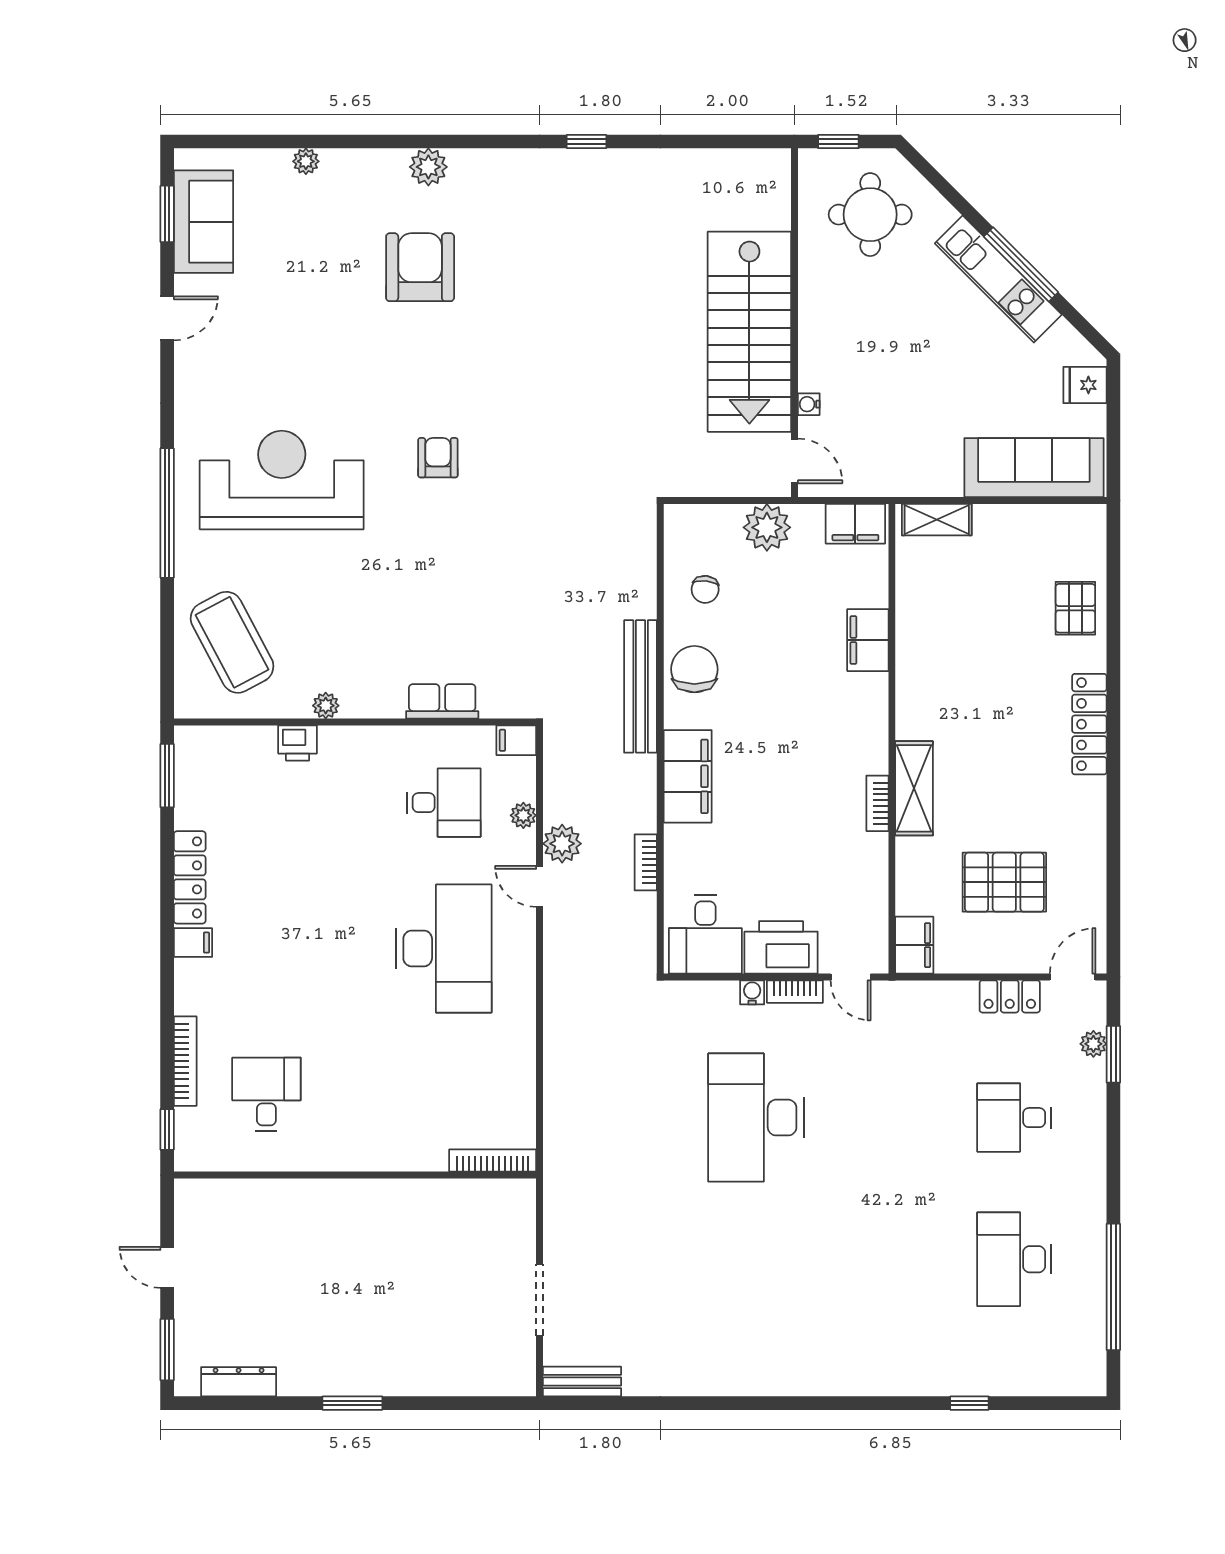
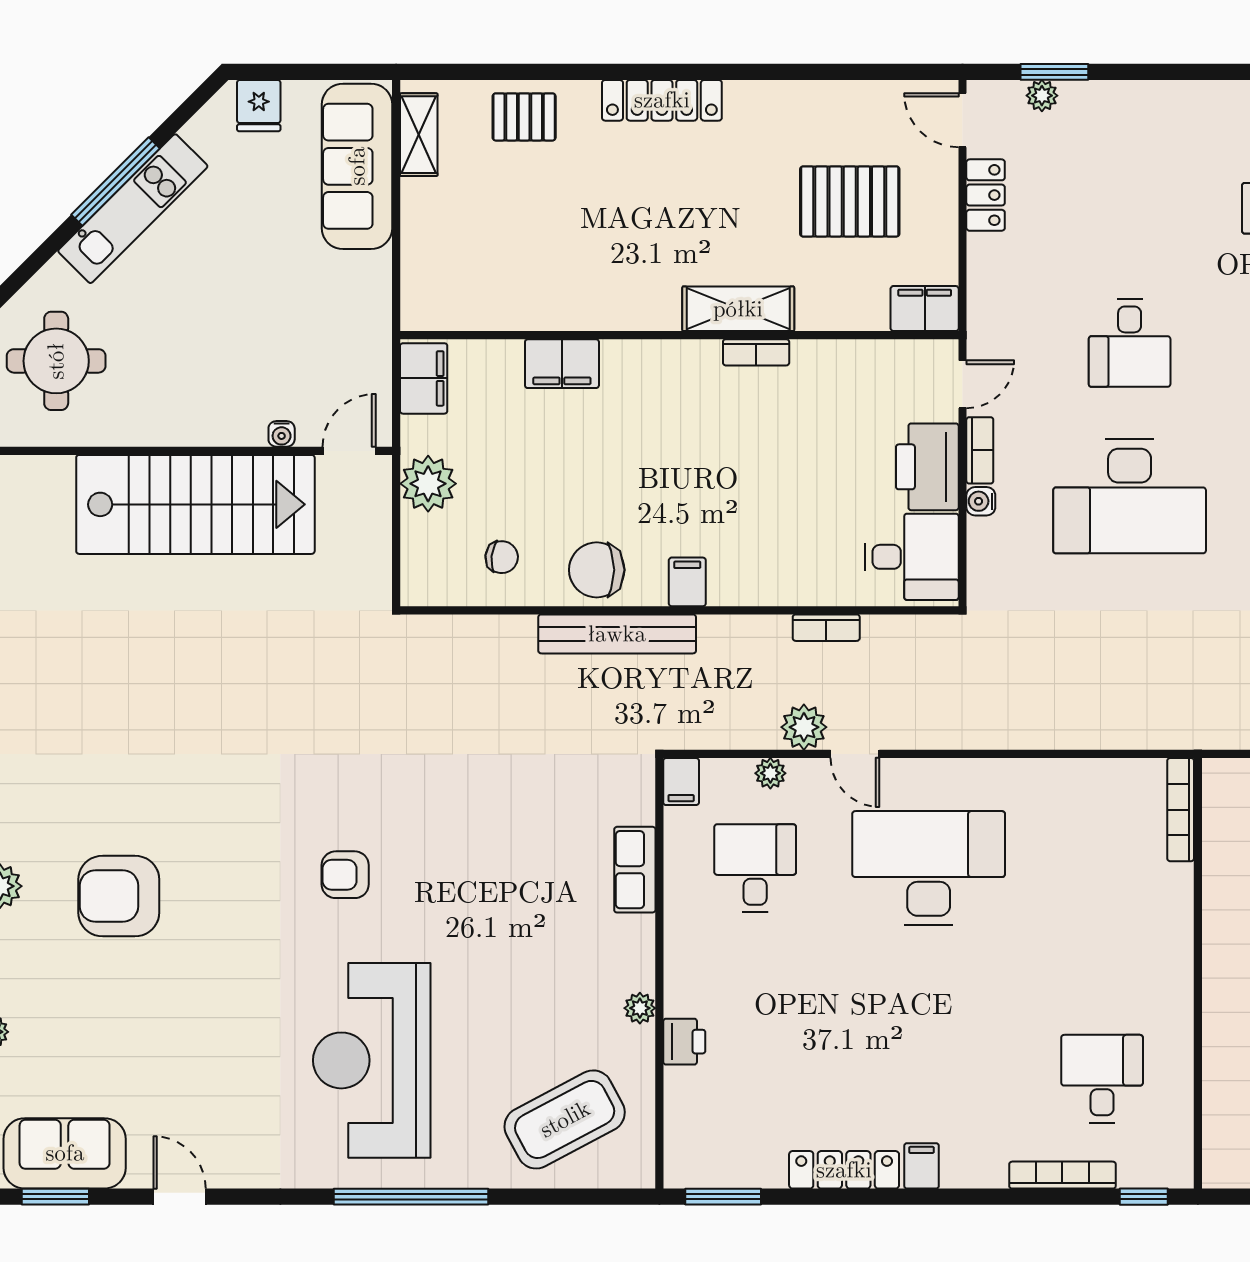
shelving: (937, 520) -> (419, 135), moved
filing cabinet: (688, 776) -> (687, 582), width x0.33, depth x0.86
pallet: (1004, 882) -> (850, 201), turned 90
door: (540, 886) -> (855, 754), hinge flipped
desk: (266, 1094) -> (1102, 1079), turned 90
desk: (1014, 1118) -> (1130, 343), moved

